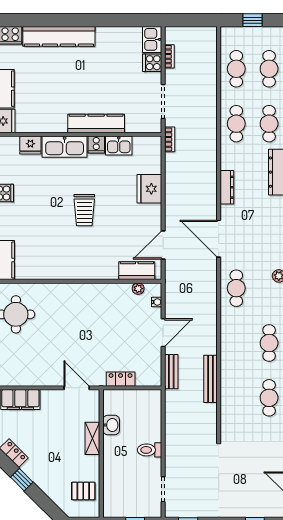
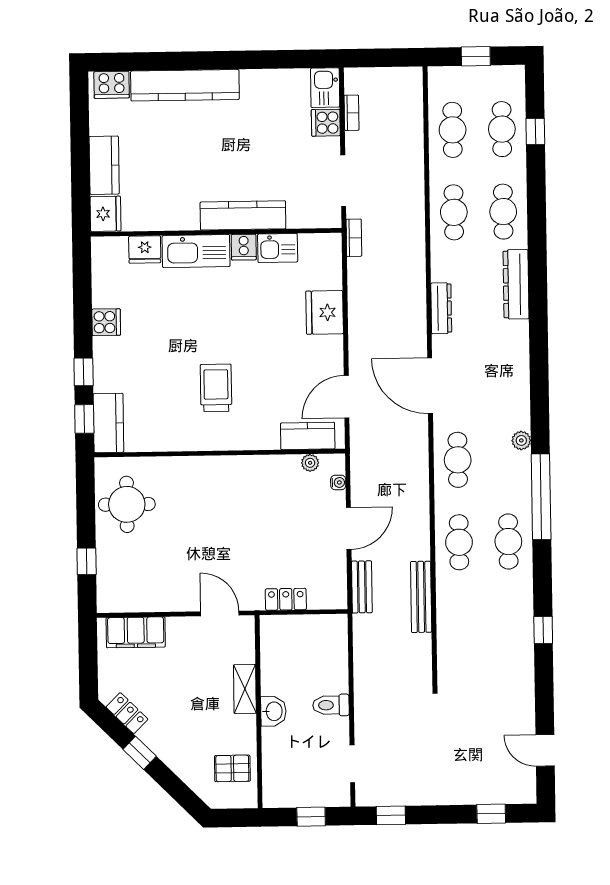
trolley: (84, 210) -> (216, 388), moved, turned 180
cafe table: (269, 398) -> (459, 542), moved
washbasin: (111, 425) -> (273, 711), moved

